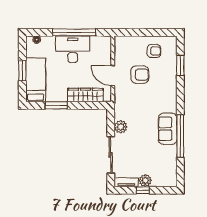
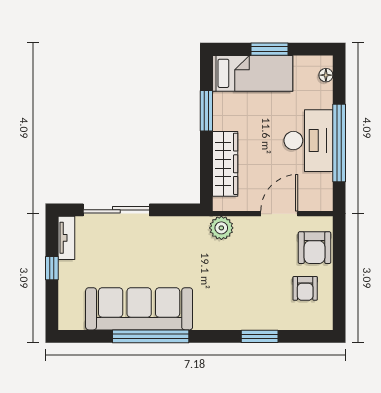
window: (180, 65) -> (260, 336), moved
armchair: (140, 75) -> (314, 248), moved
door: (113, 76) -> (279, 214), moved
plant: (121, 127) -> (221, 228), moved
sofa: (168, 129) -> (139, 309), width x1.85, depth x1.27
plant: (145, 181) -> (69, 273), removed

